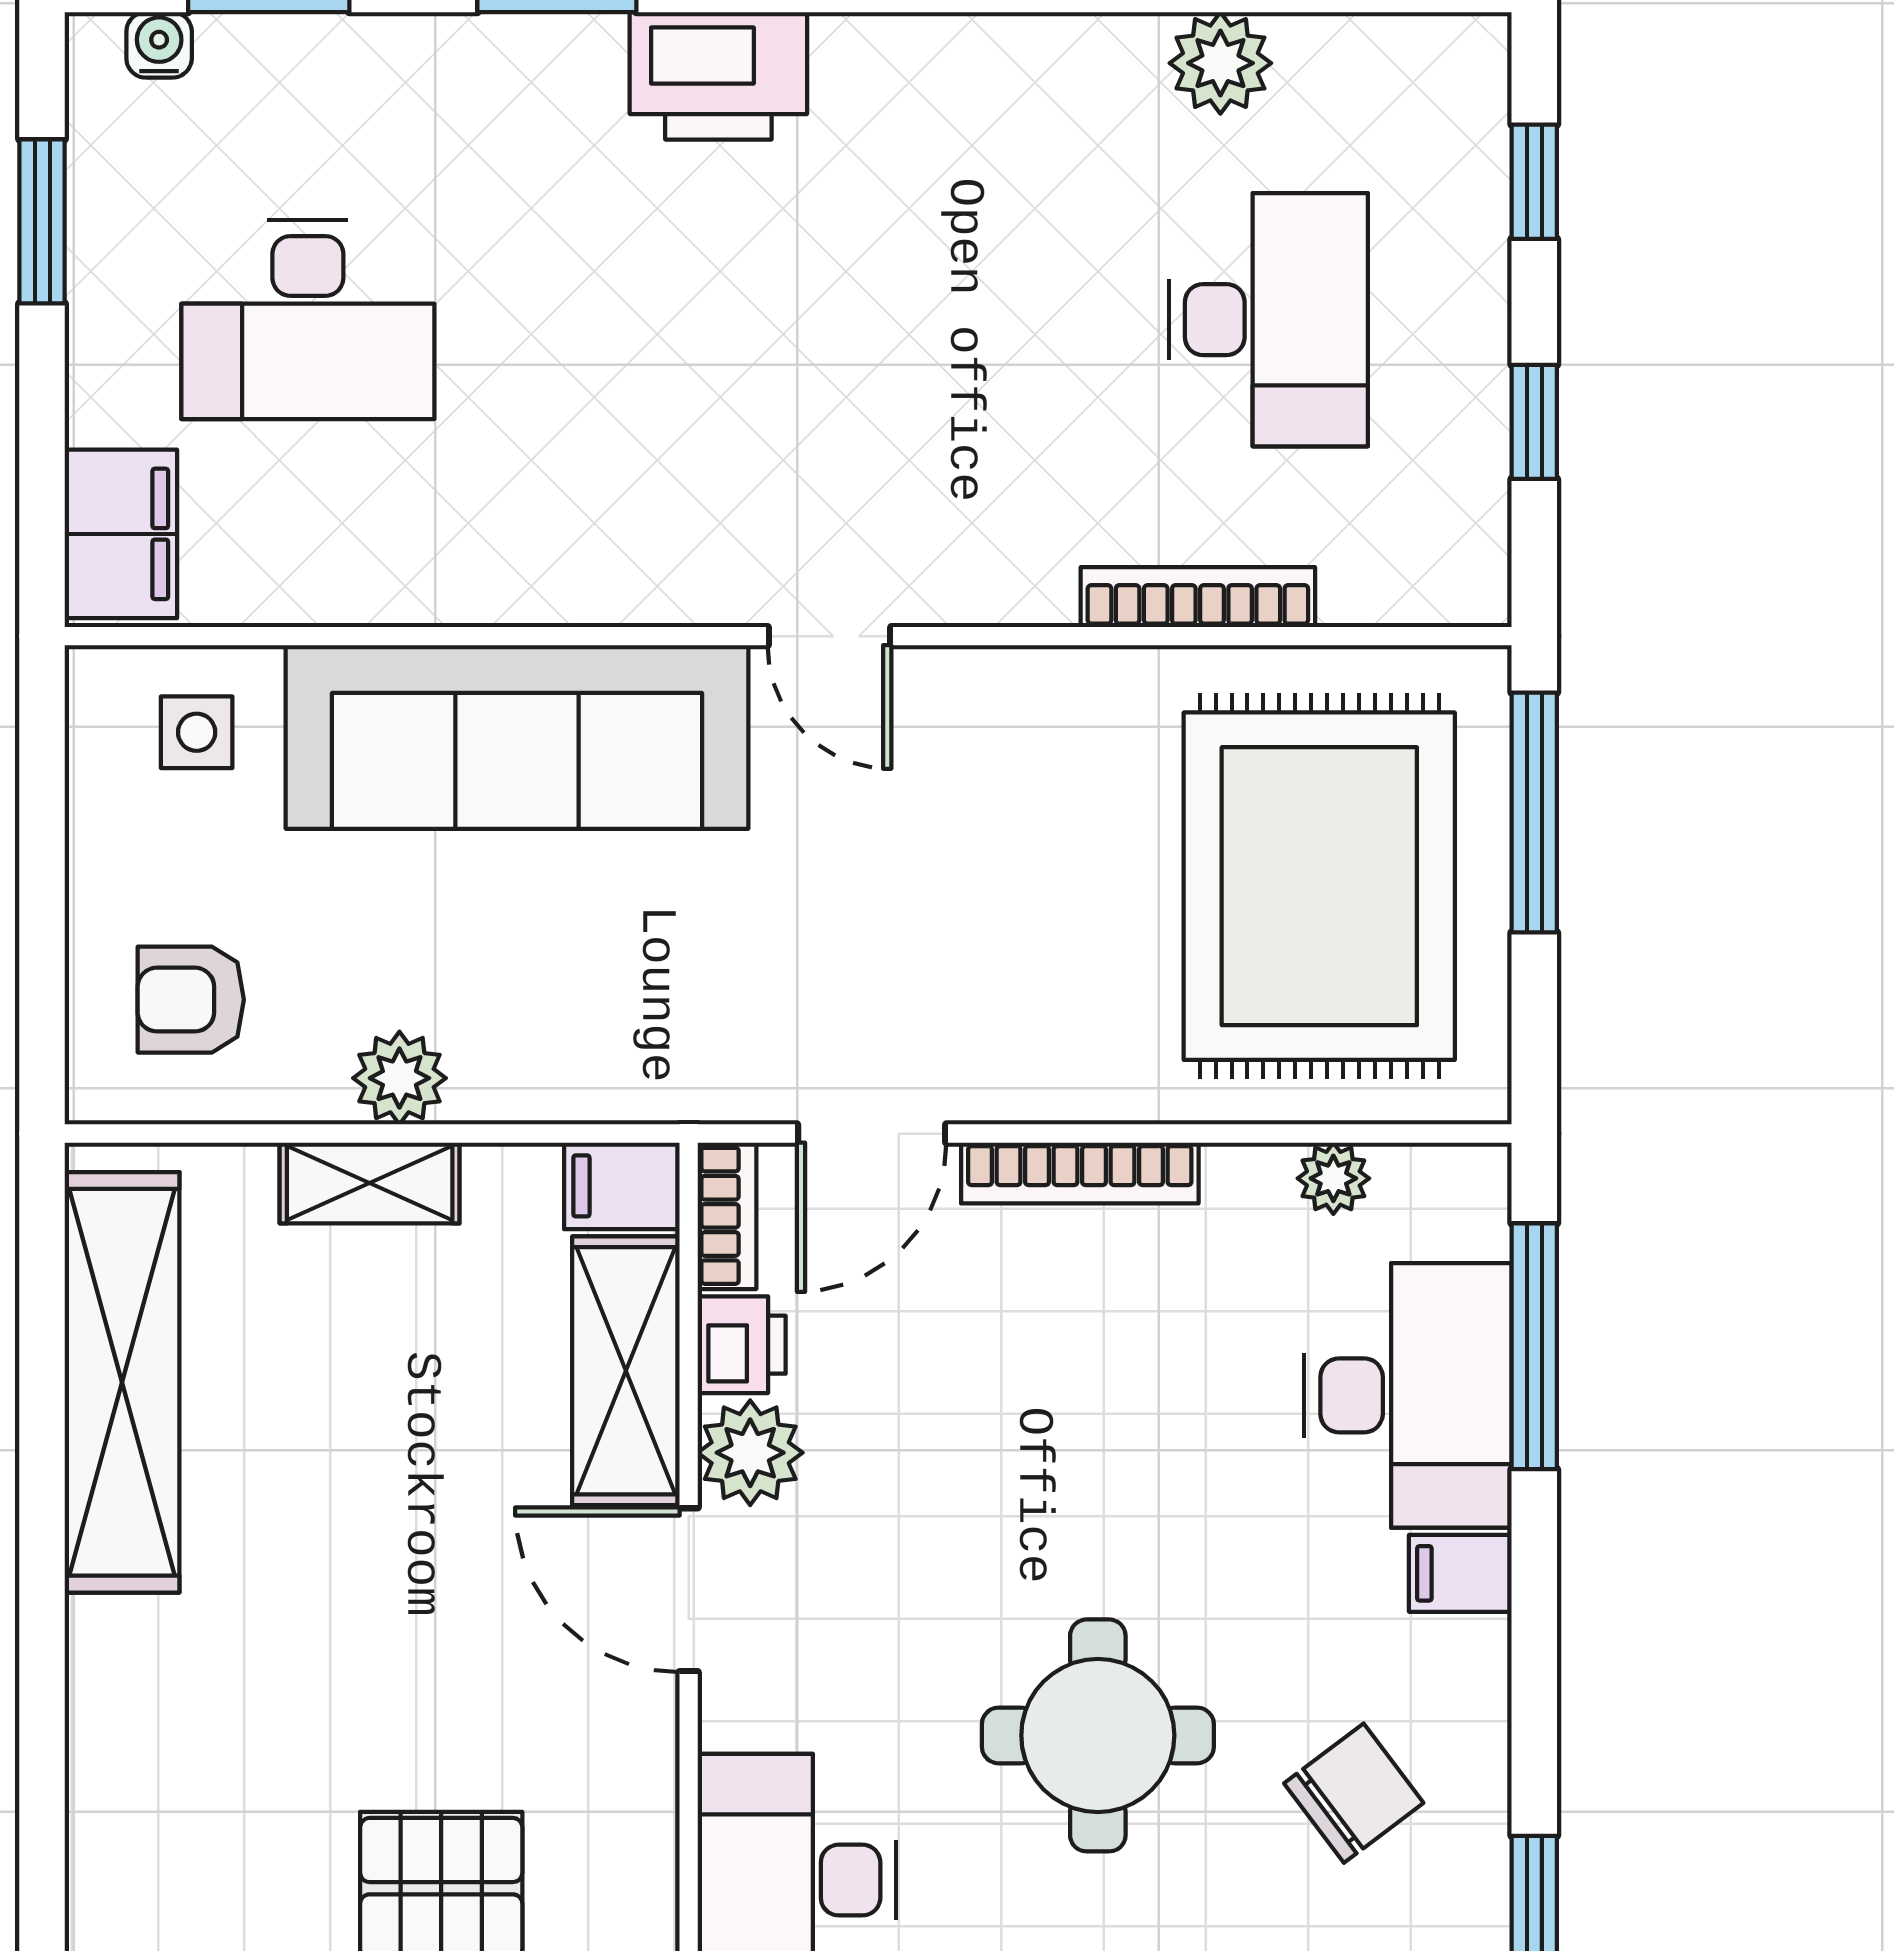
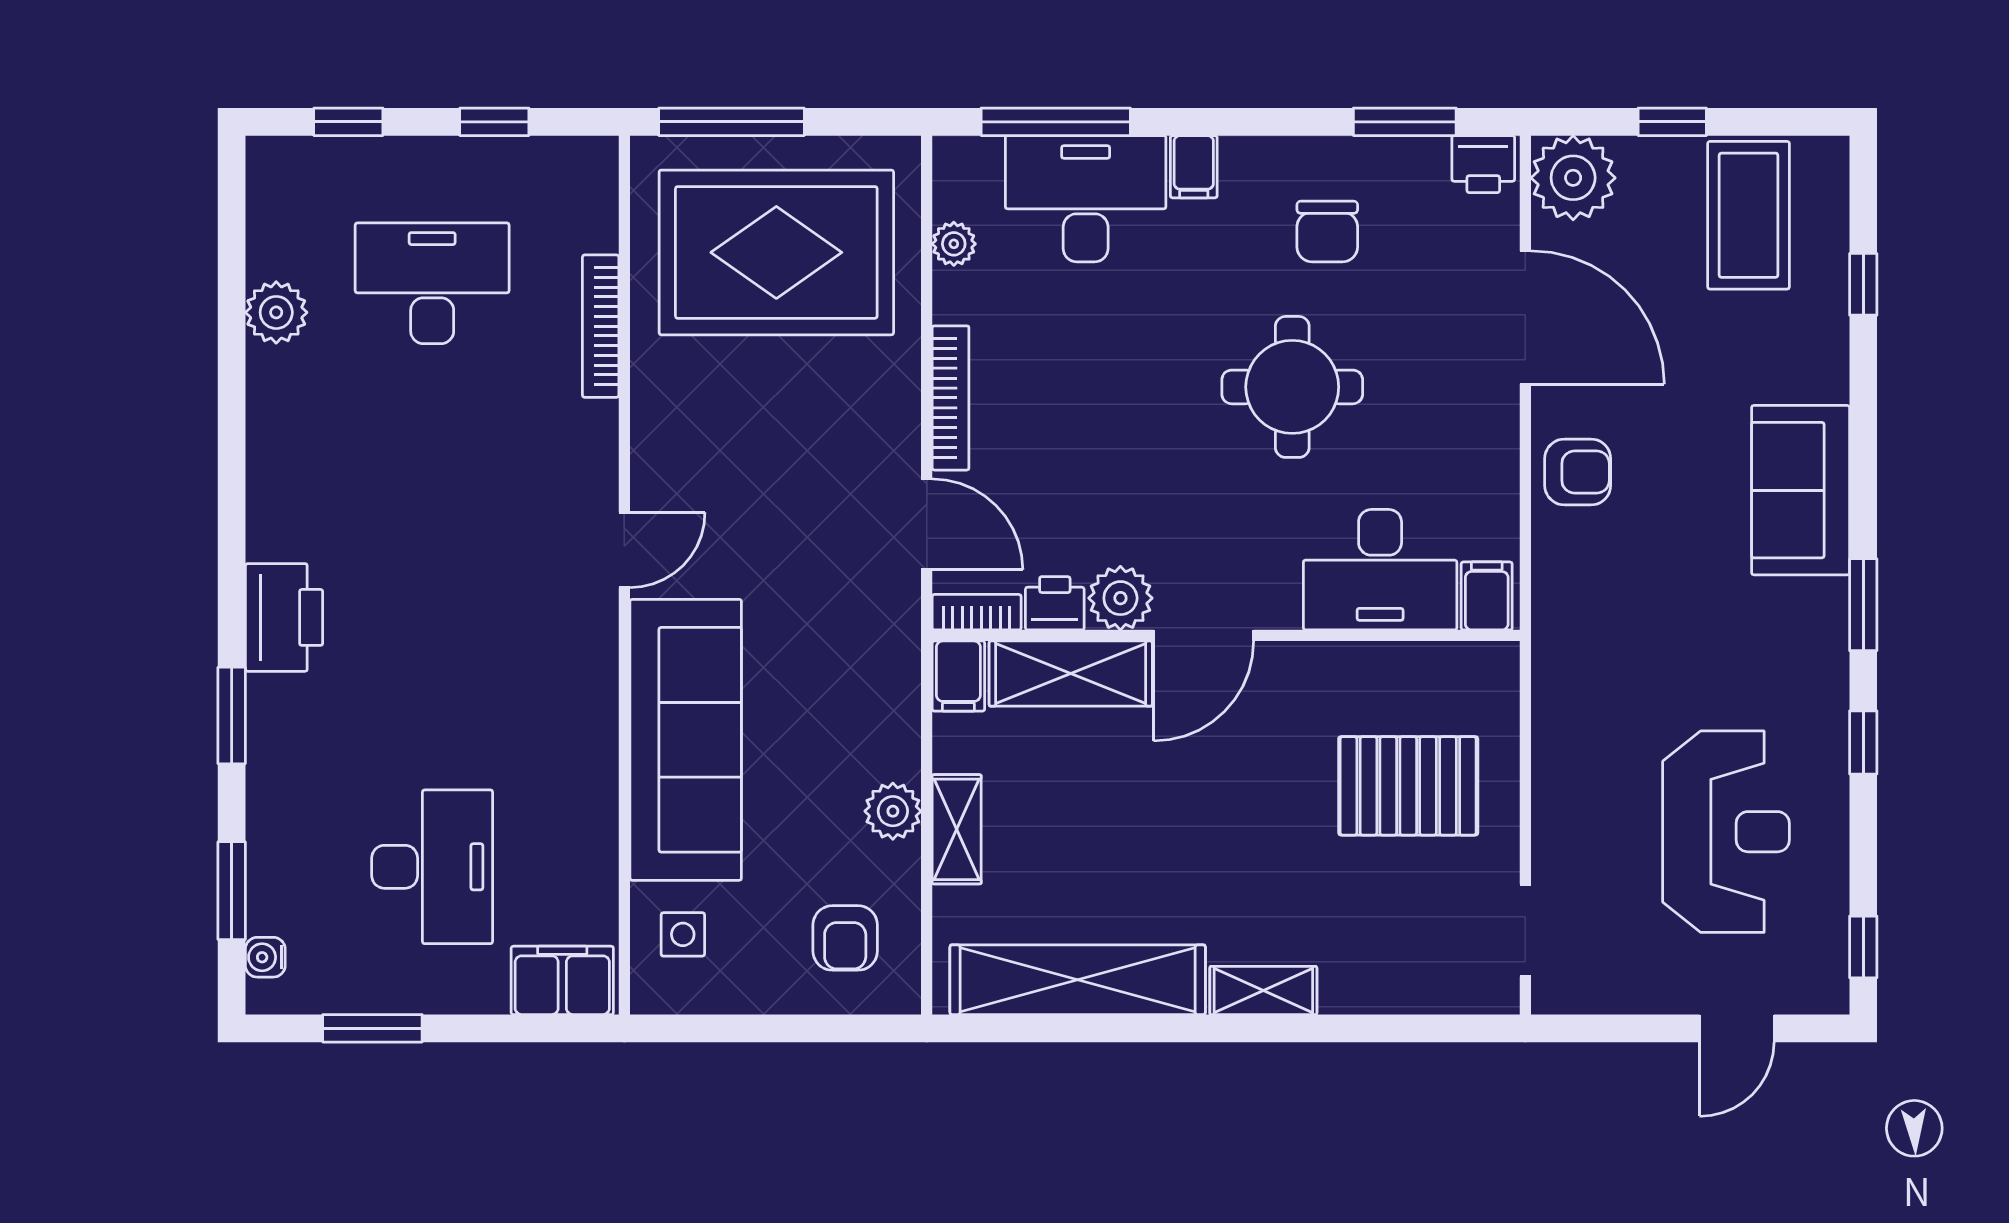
shelving: (104, 1688) -> (1263, 990), added
chair: (1354, 1793) -> (1327, 231), turned -143

